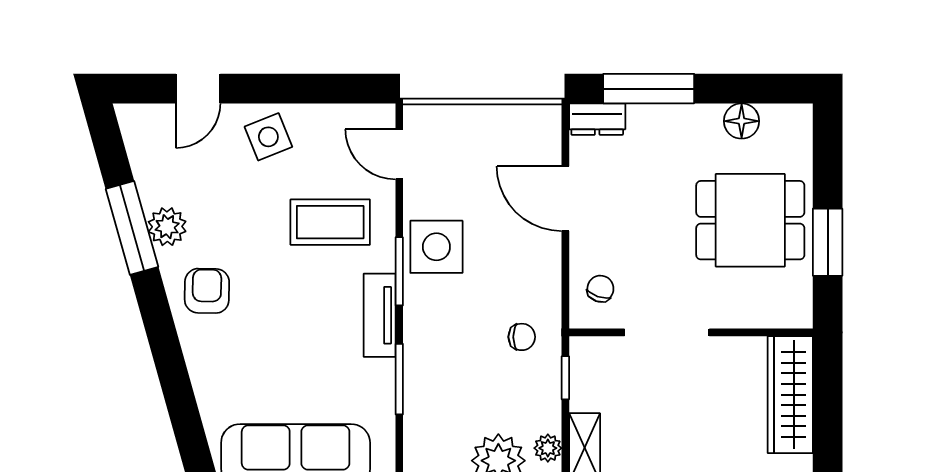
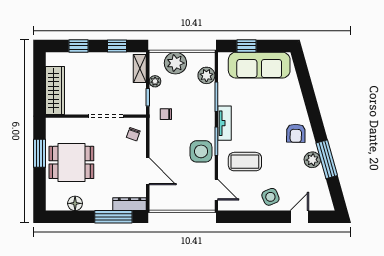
dresser: (597, 119) -> (130, 204), width x1.44
plant: (423, 431) -> (206, 75), added
plant: (548, 448) -> (155, 81), moved

